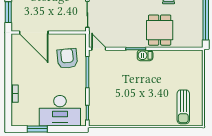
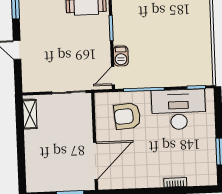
barbecue: (145, 55) -> (121, 56), moved
desk: (60, 111) -> (179, 109), moved, turned -90

